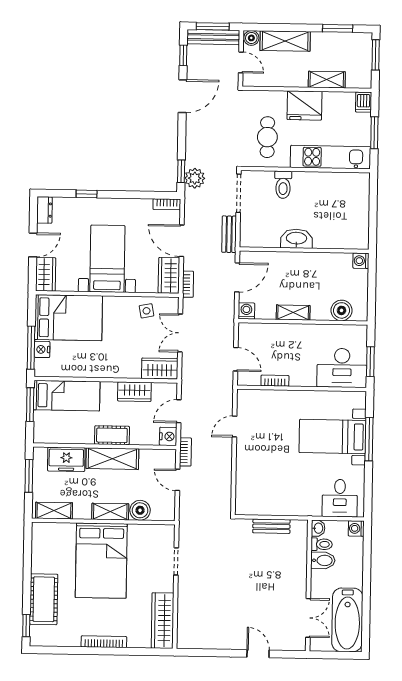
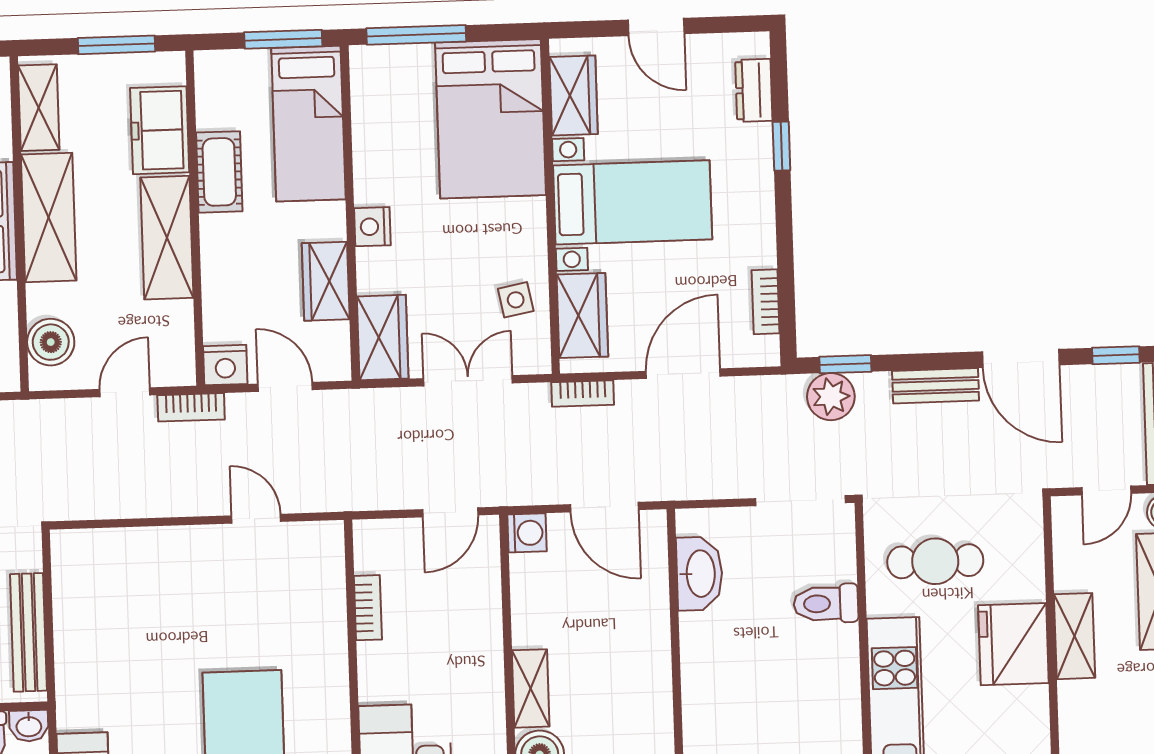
shelving: (327, 80) -> (1074, 636), moved
bookcase: (167, 204) -> (766, 302), moved
dresser: (44, 210) -> (754, 90), moved, turned 90
bench: (229, 234) -> (936, 386), moved
washbasin: (296, 239) -> (699, 574), moved
wardrobe: (46, 274) -> (574, 95), moved, turned -90
wardrobe: (169, 275) -> (582, 315), moved, turned 90
shelving: (293, 313) -> (531, 688), moved
nightstand: (42, 349) -> (372, 227), moved, turned -90
door: (236, 359) -> (450, 512), moved
cot: (112, 435) -> (219, 172), moved
boiler: (140, 510) -> (51, 342), moved
shelving: (110, 512) -> (49, 218), width x1.50, depth x1.33
bench: (271, 526) -> (28, 632), width x1.36

